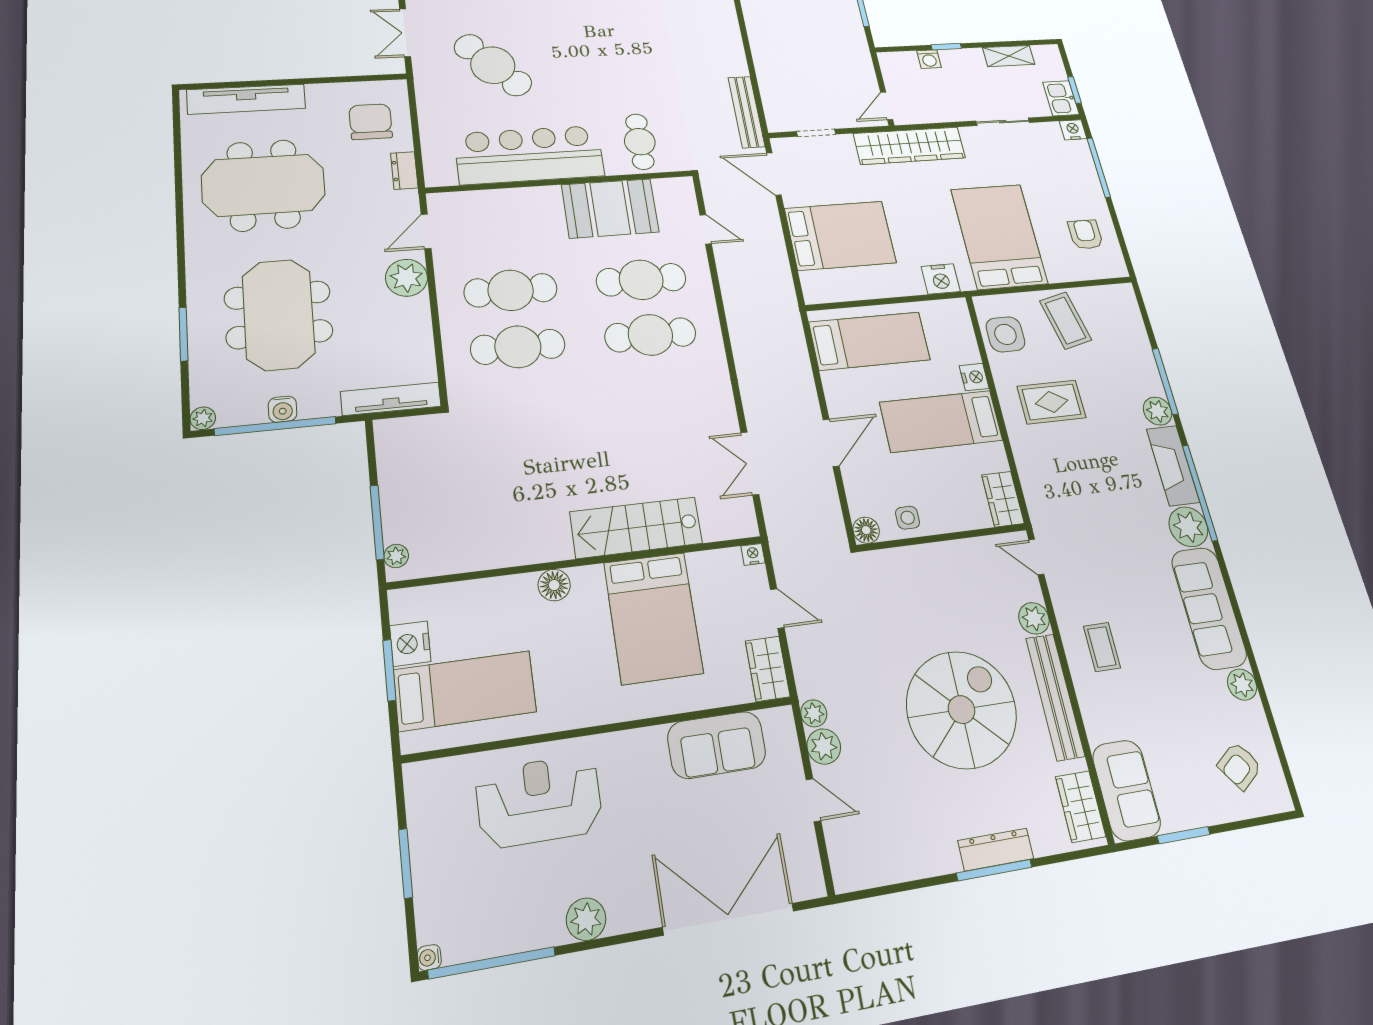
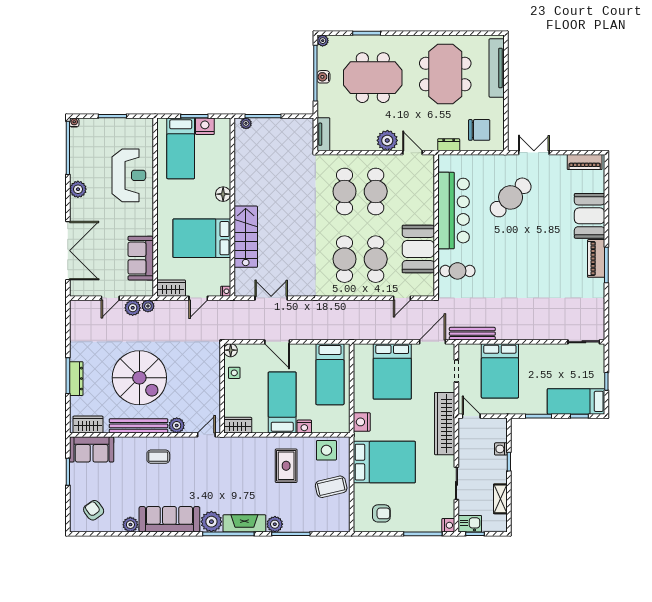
bed: (801, 67) -> (500, 371), added
tv unit: (391, 399) -> (323, 134), width x0.71

